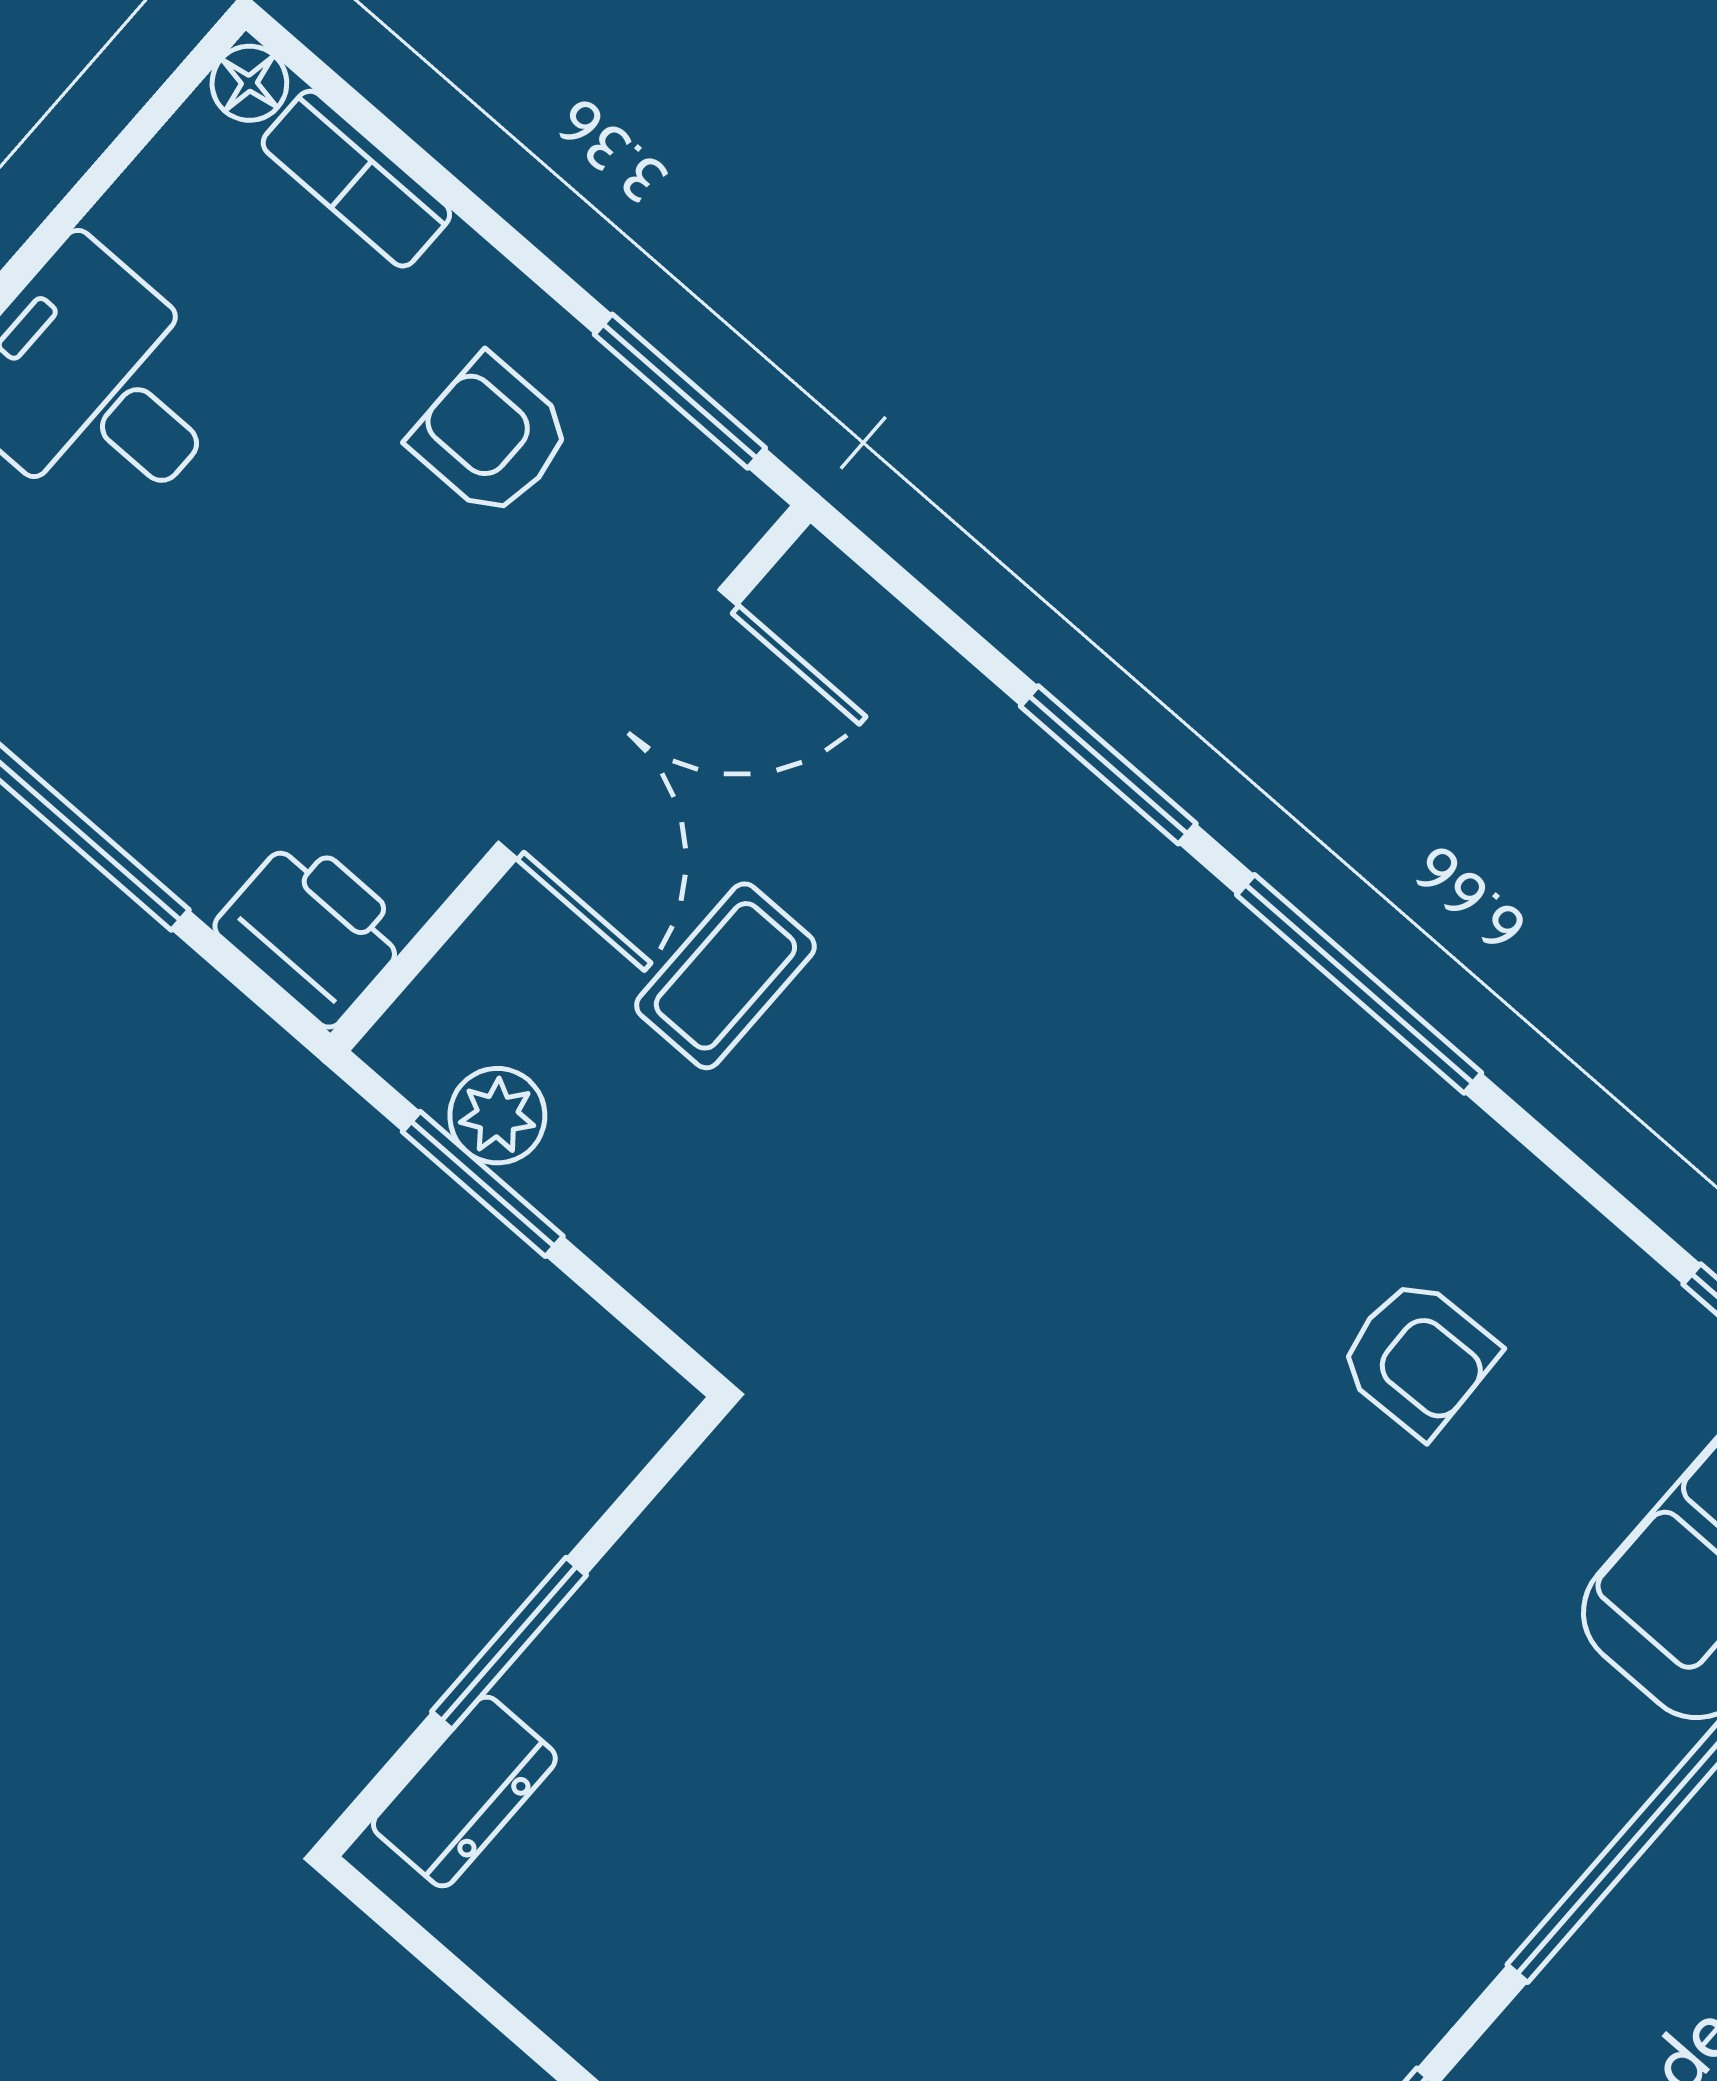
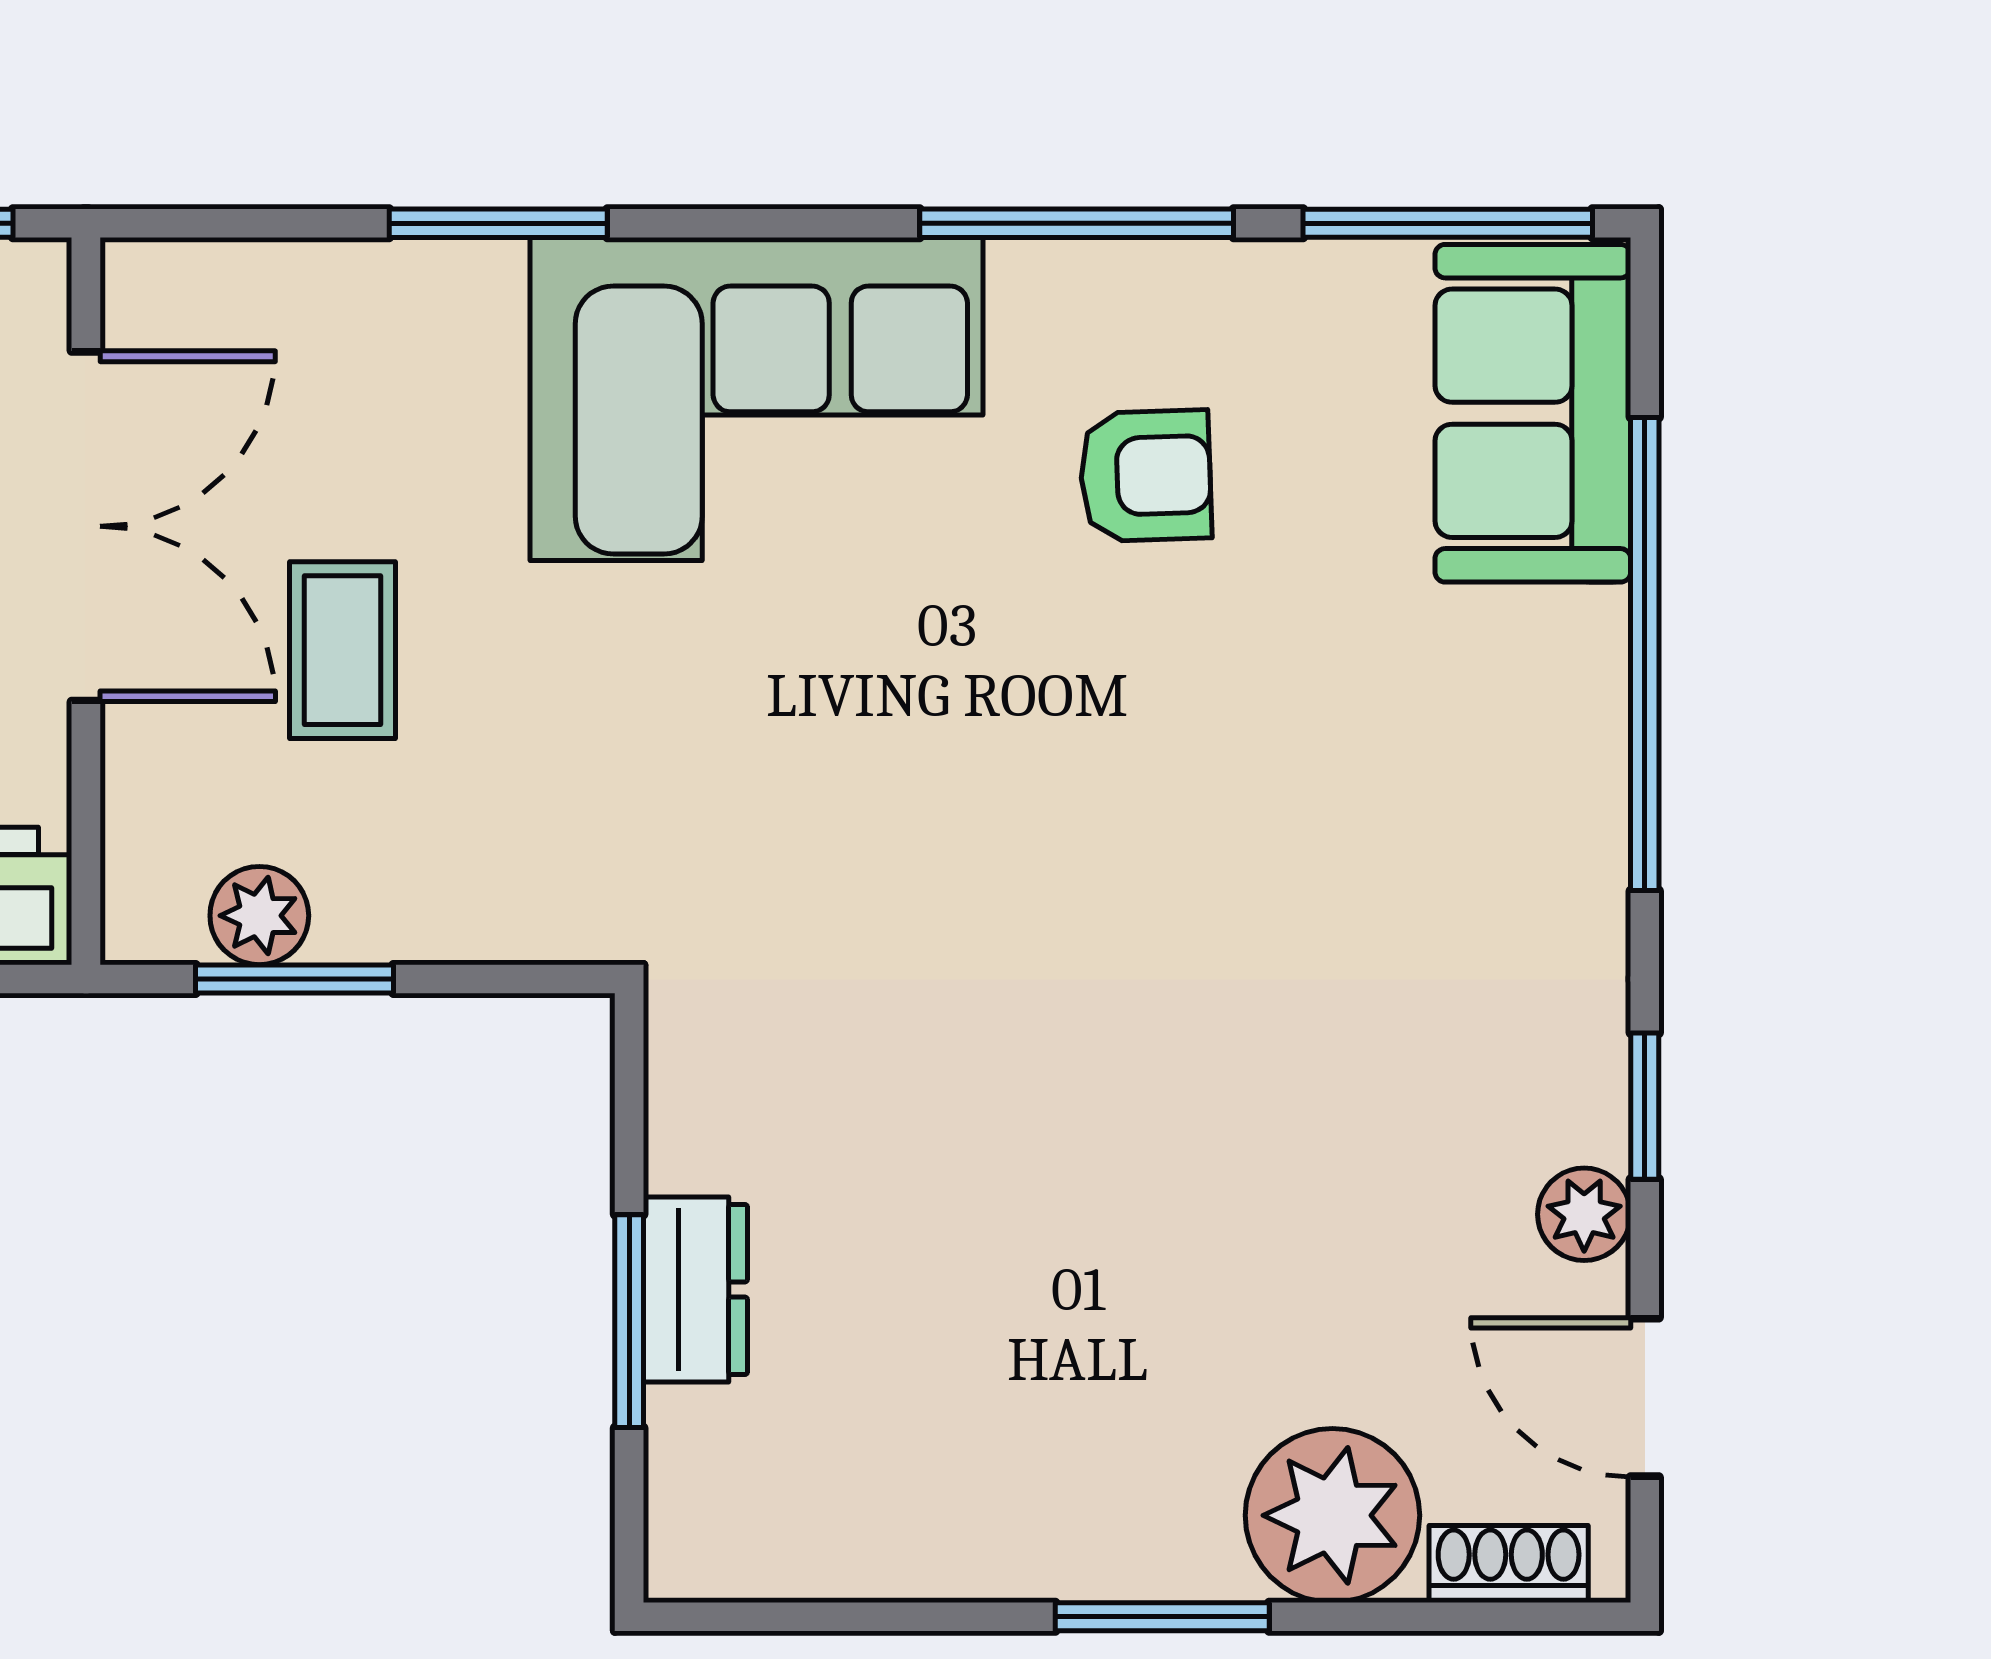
window: (1359, 984) -> (1077, 223), moved
corner sofa: (1184, 1056) -> (756, 399), added
dresser: (464, 1792) -> (695, 1289), moved

